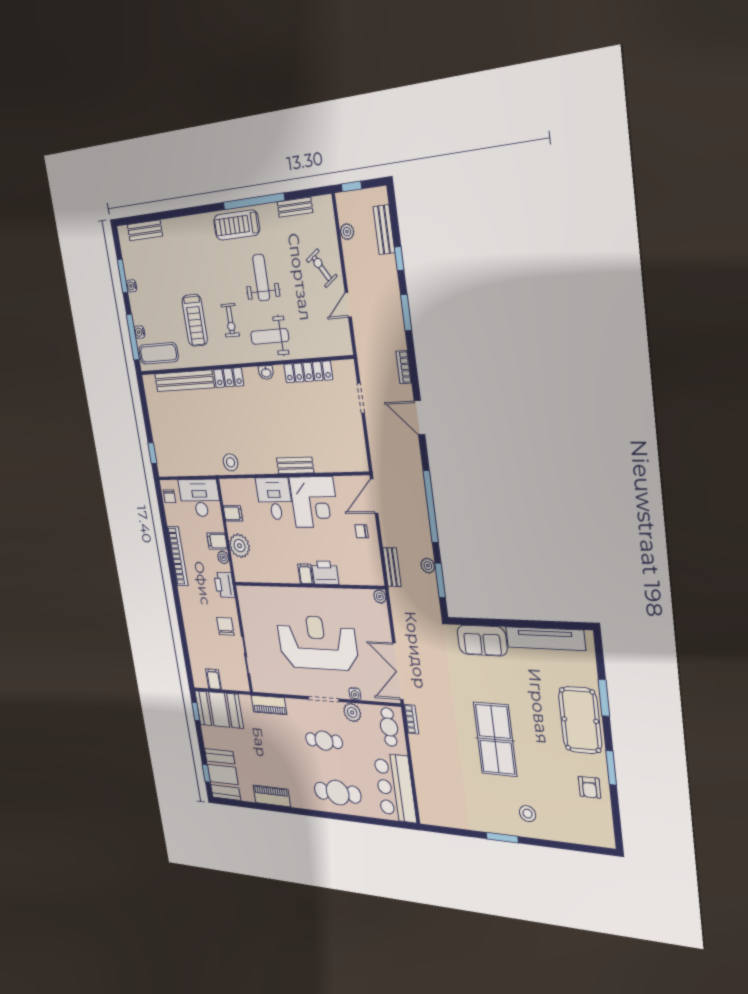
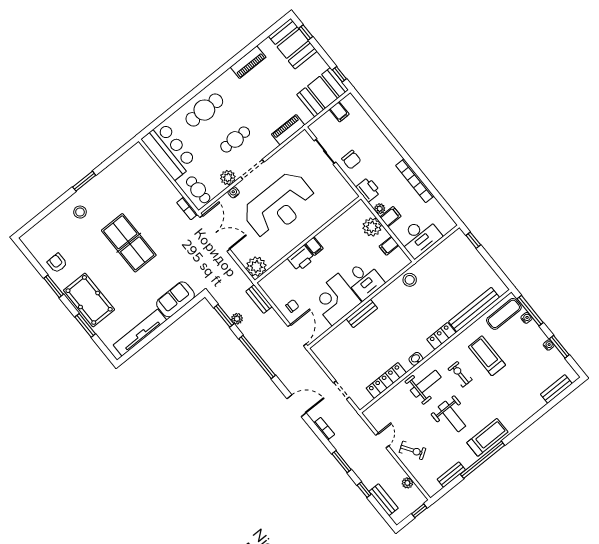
chair: (169, 496) -> (444, 220), removed
plant: (380, 596) -> (256, 267), width x1.88, depth x1.88

